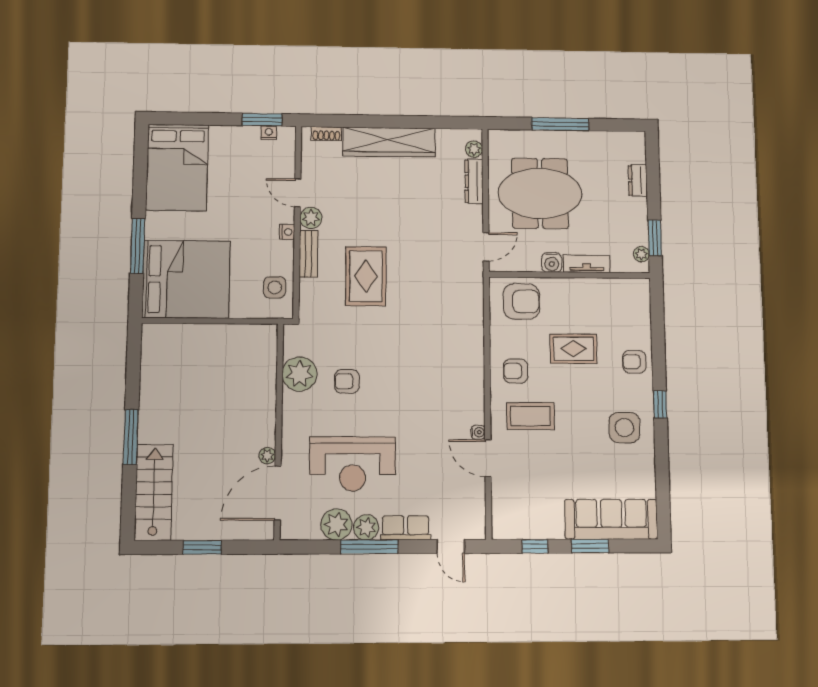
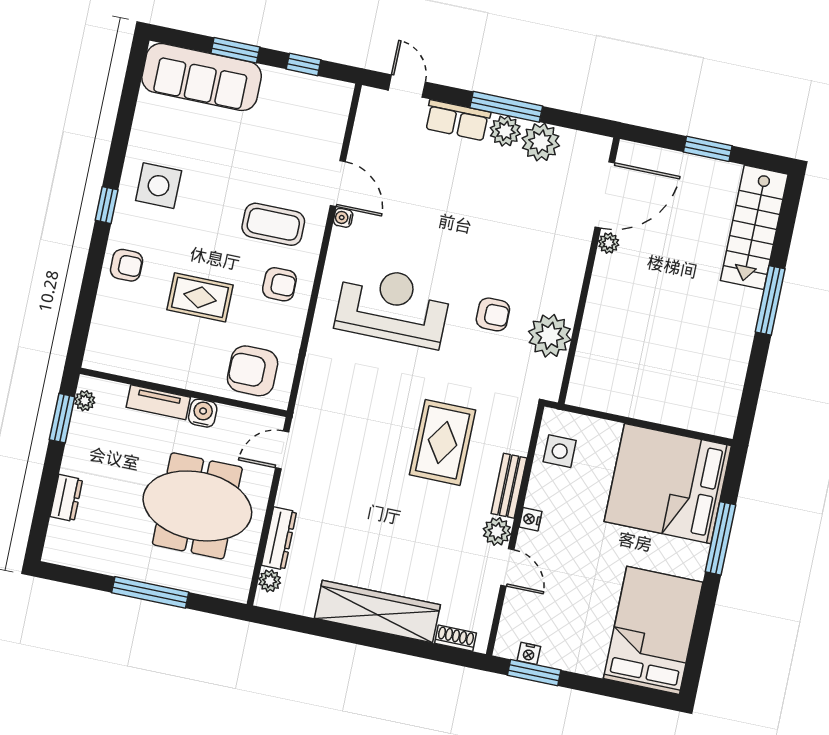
reception desk: (353, 464) -> (393, 306), moved

